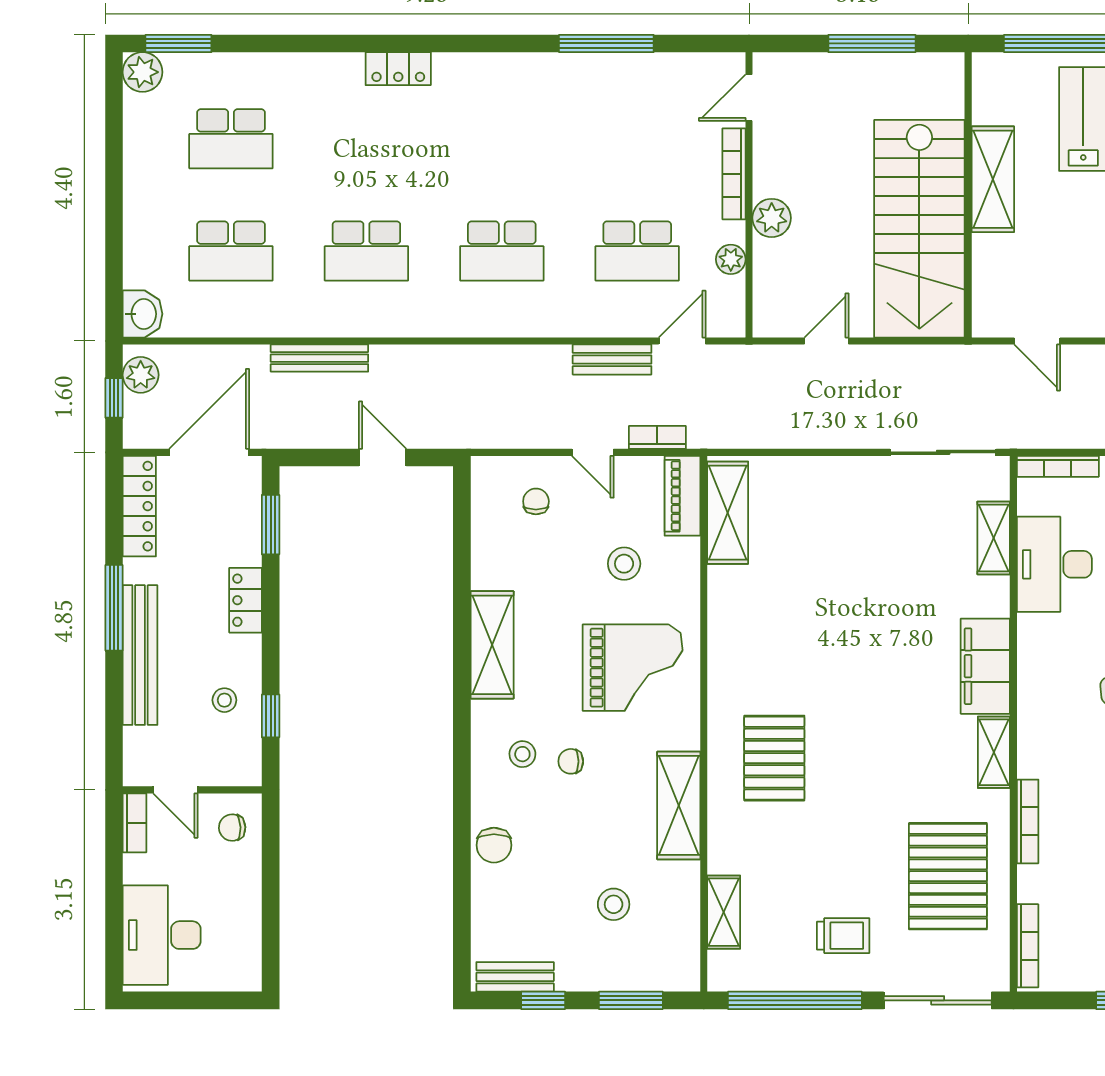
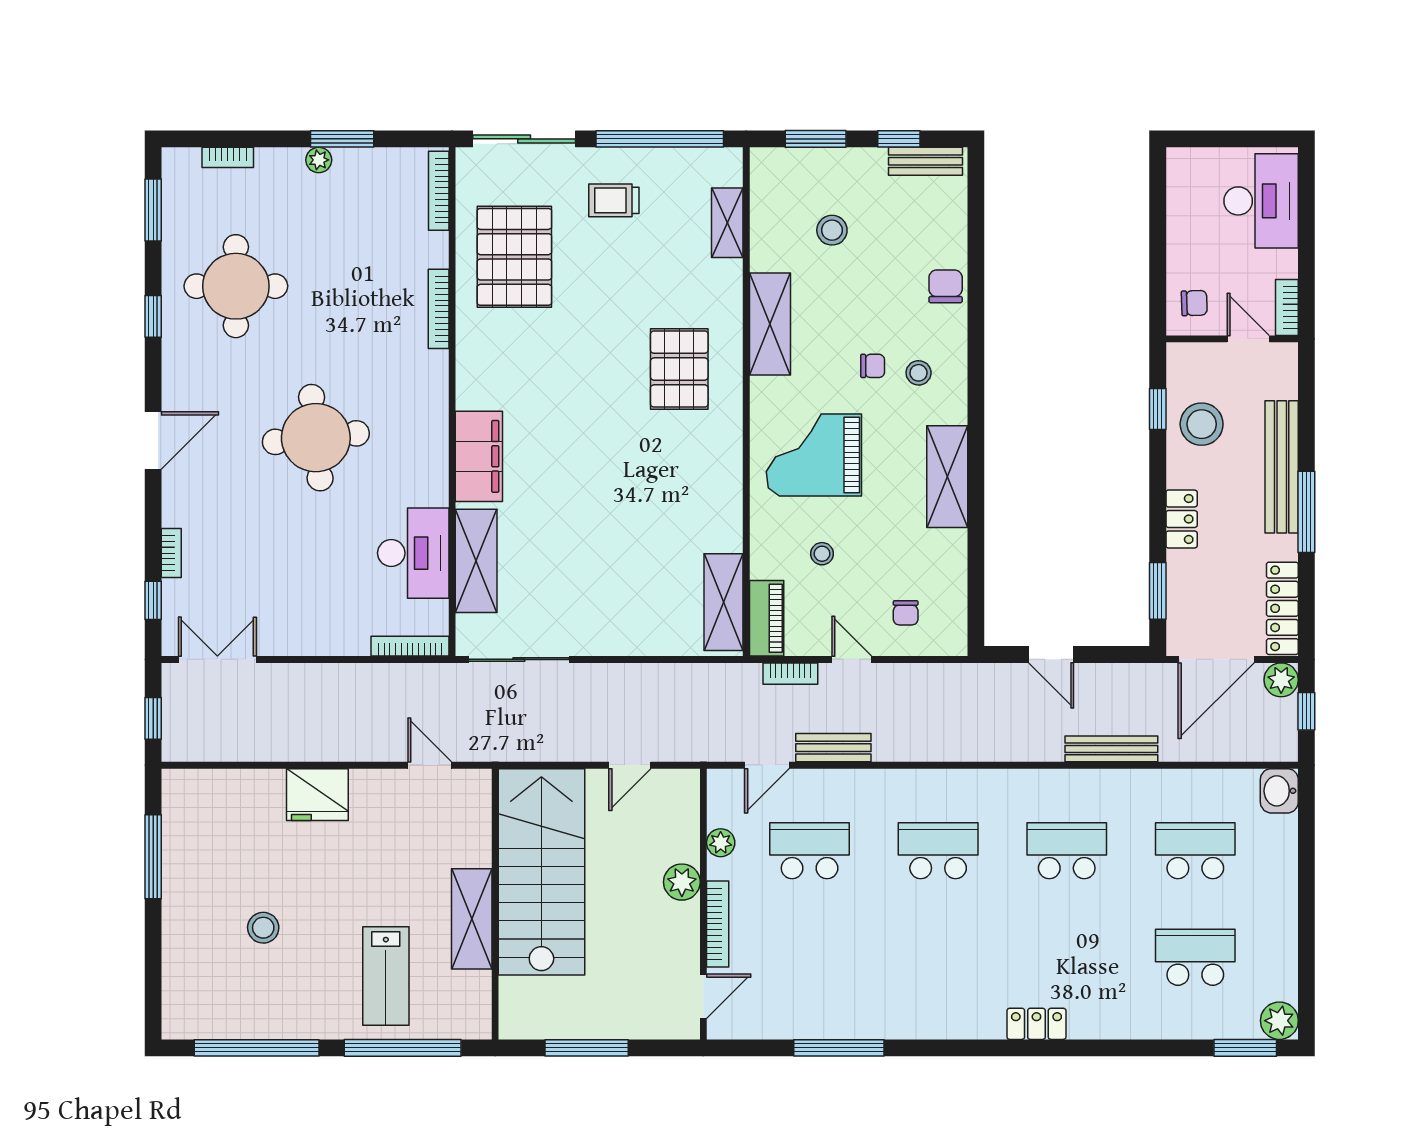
plant: (141, 375) -> (1281, 680), moved
shelving: (994, 538) -> (476, 561), width x1.50, depth x1.33
stool: (624, 564) -> (822, 554), width x0.73, depth x0.73
stool: (224, 700) -> (1202, 424), width x1.89, depth x1.89
shelving: (994, 752) -> (471, 375), removed

